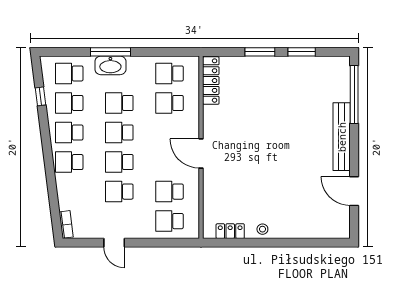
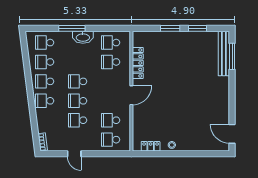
washbasin: (110, 65) -> (83, 37), moved
locker: (211, 81) -> (138, 63), moved
window: (354, 95) -> (232, 56), width x0.68
window: (41, 96) -> (26, 58), removed
school desk: (119, 103) -> (78, 62), removed
bench: (342, 137) -> (224, 53), moved
door: (201, 153) -> (131, 95), swing flipped
door: (354, 191) -> (232, 134), moved

